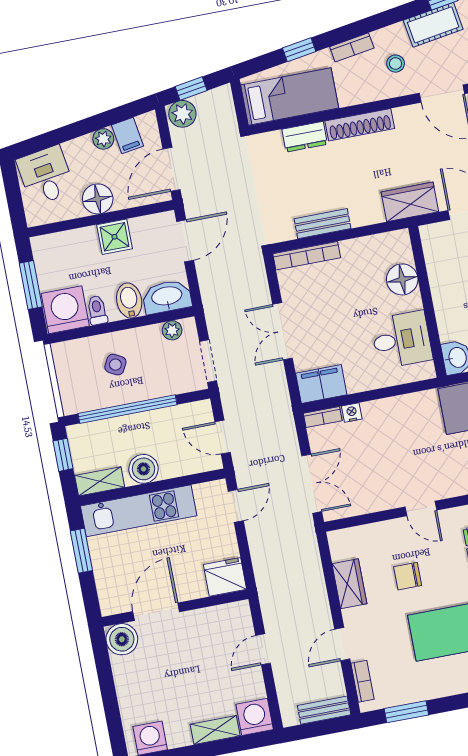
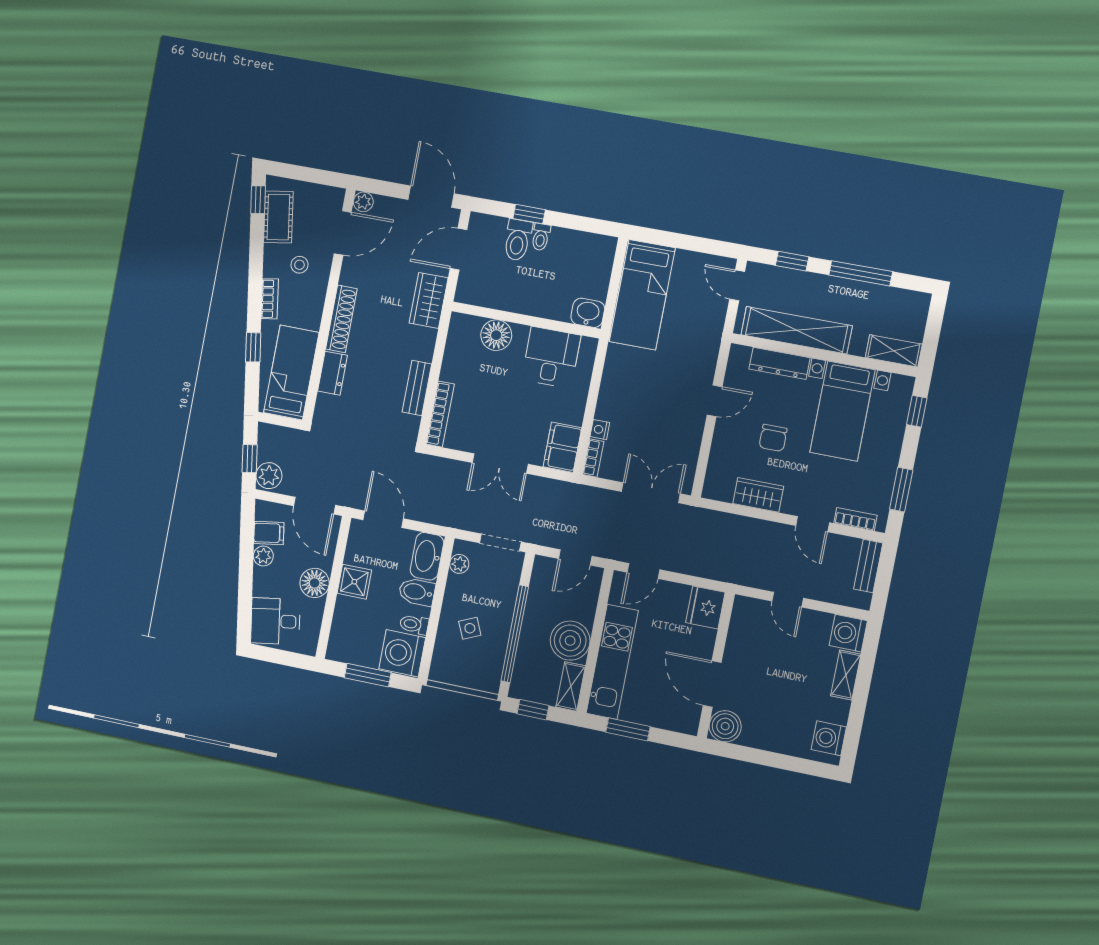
side table: (115, 365) -> (470, 628), turned 38
boiler: (143, 469) -> (570, 641), width x1.37, depth x1.37
door: (236, 506) -> (643, 571), swing flipped

